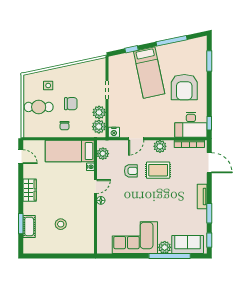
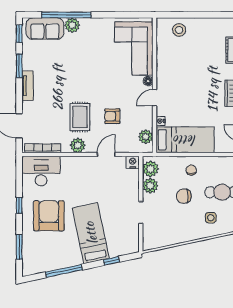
window: (209, 123) -> (19, 205), moved
rug: (158, 170) -> (80, 117), turned 90
stool: (61, 224) -> (179, 30), moved
corner sofa: (135, 238) -> (134, 48), moved, turned 90

